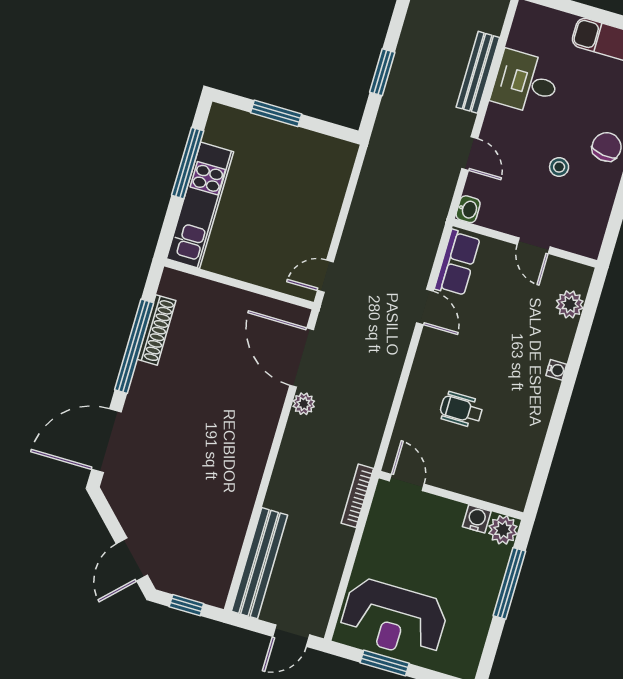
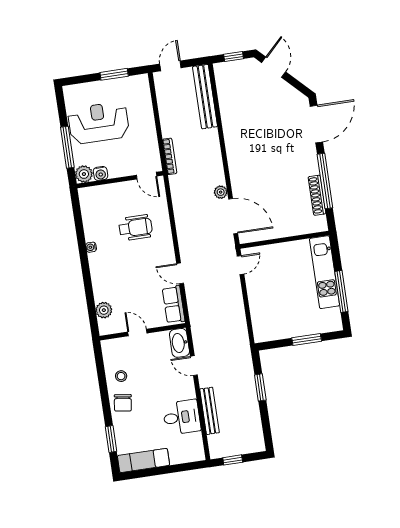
stool: (559, 167) -> (121, 376), moved
washbasin: (468, 209) -> (179, 343), width x1.91, depth x1.45
water cooler: (556, 370) -> (91, 247), moved
wheelchair: (461, 410) -> (136, 228), width x1.36, depth x1.37
reception desk: (394, 619) -> (99, 123), moved

